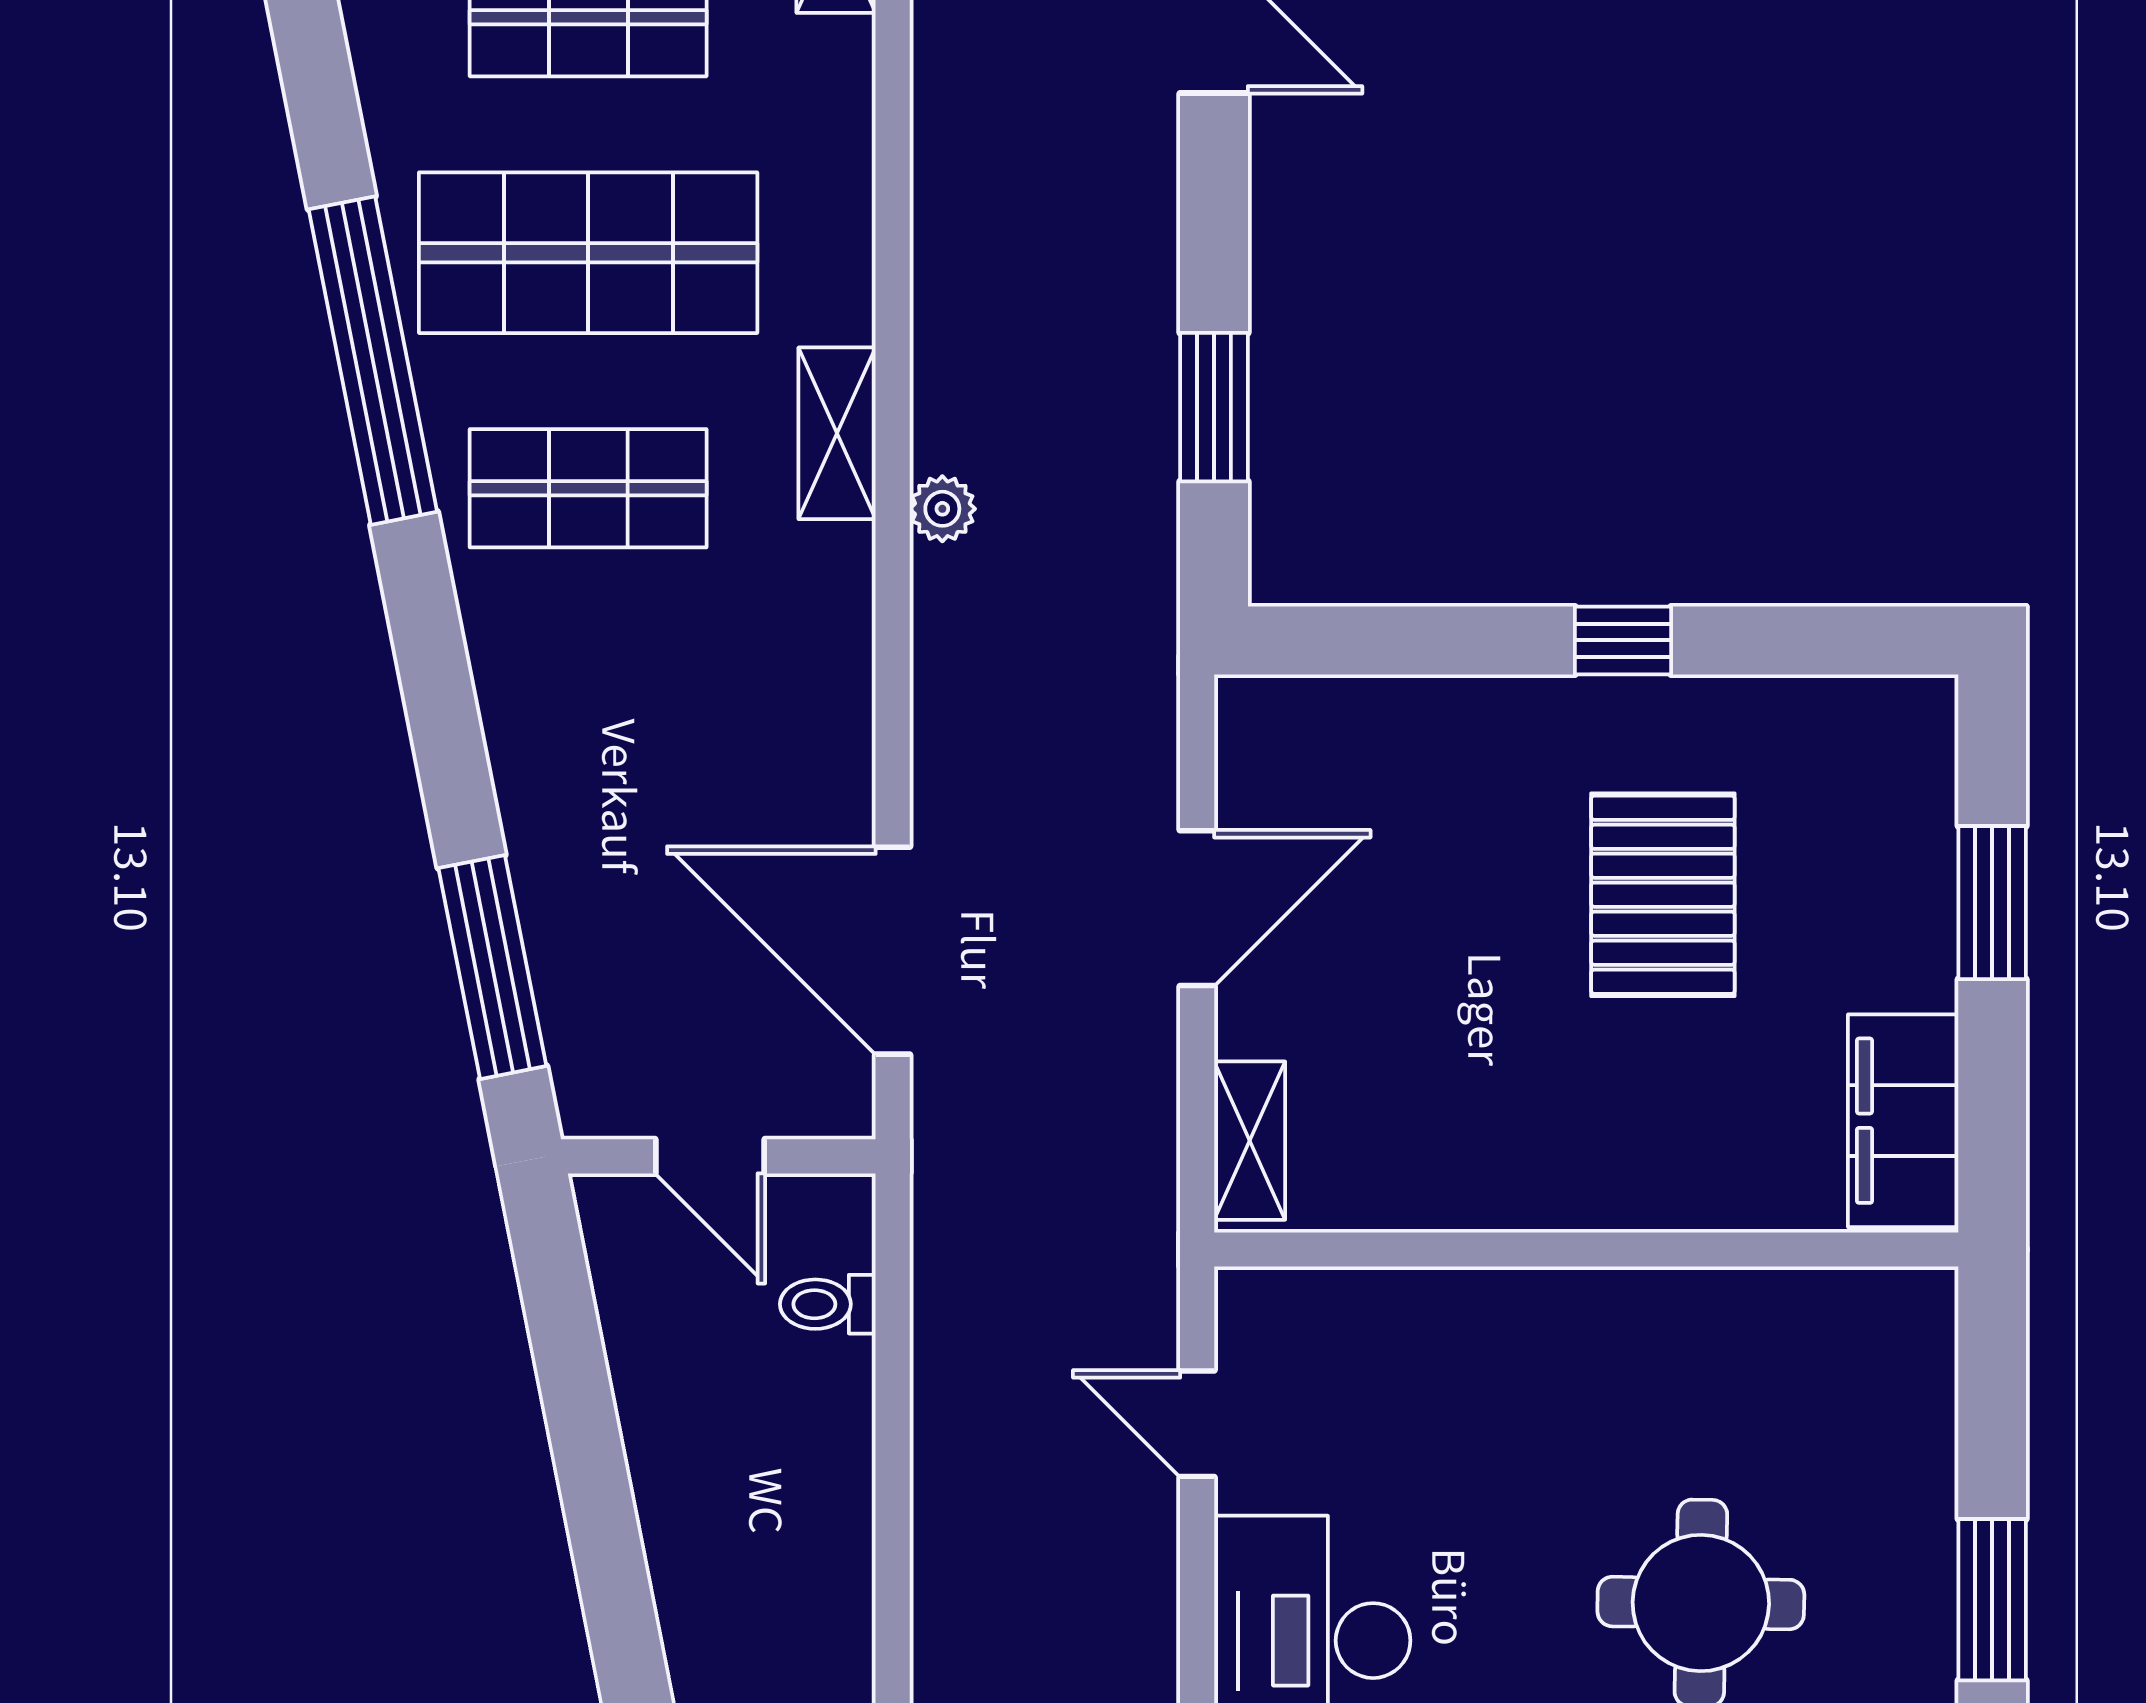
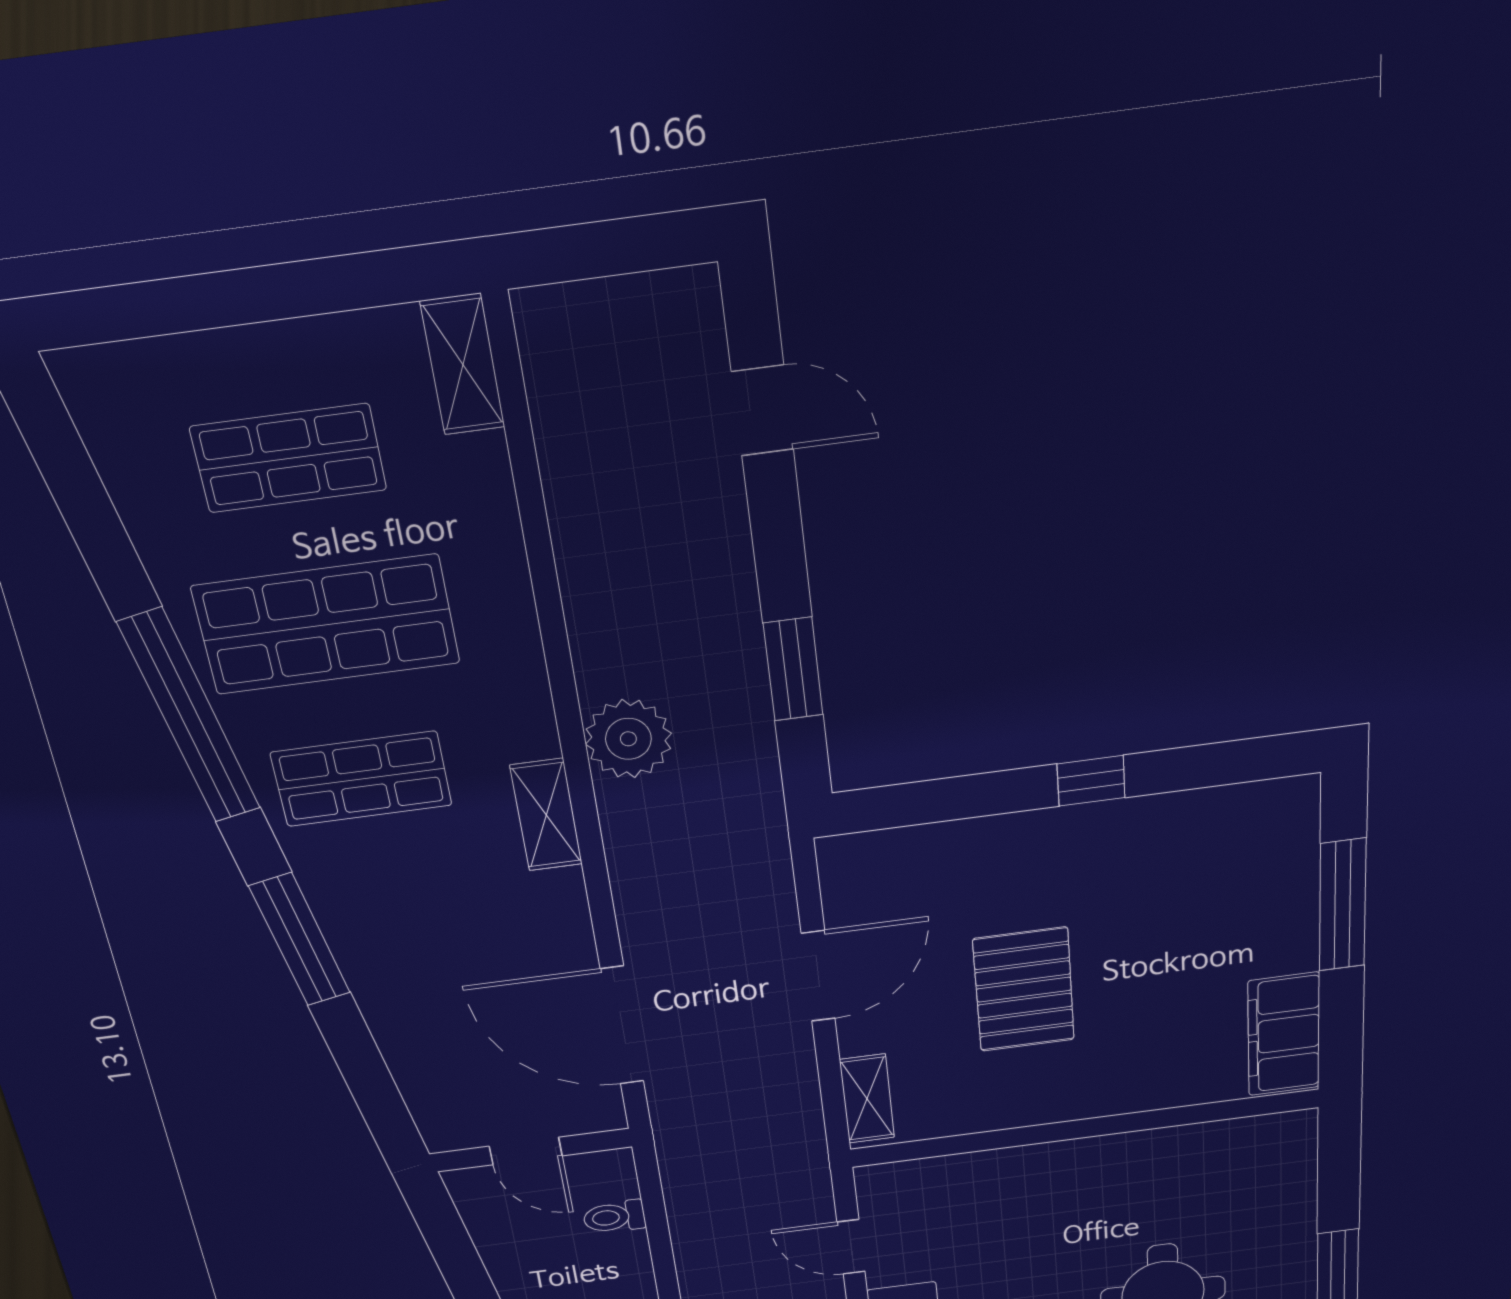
shelving: (837, 433) -> (546, 815), moved
plant: (942, 509) -> (628, 739), width x1.88, depth x1.88
pallet: (1663, 895) -> (1024, 990), moved
window: (1992, 903) -> (1343, 905), width x1.44
window: (492, 967) -> (300, 940), moved

